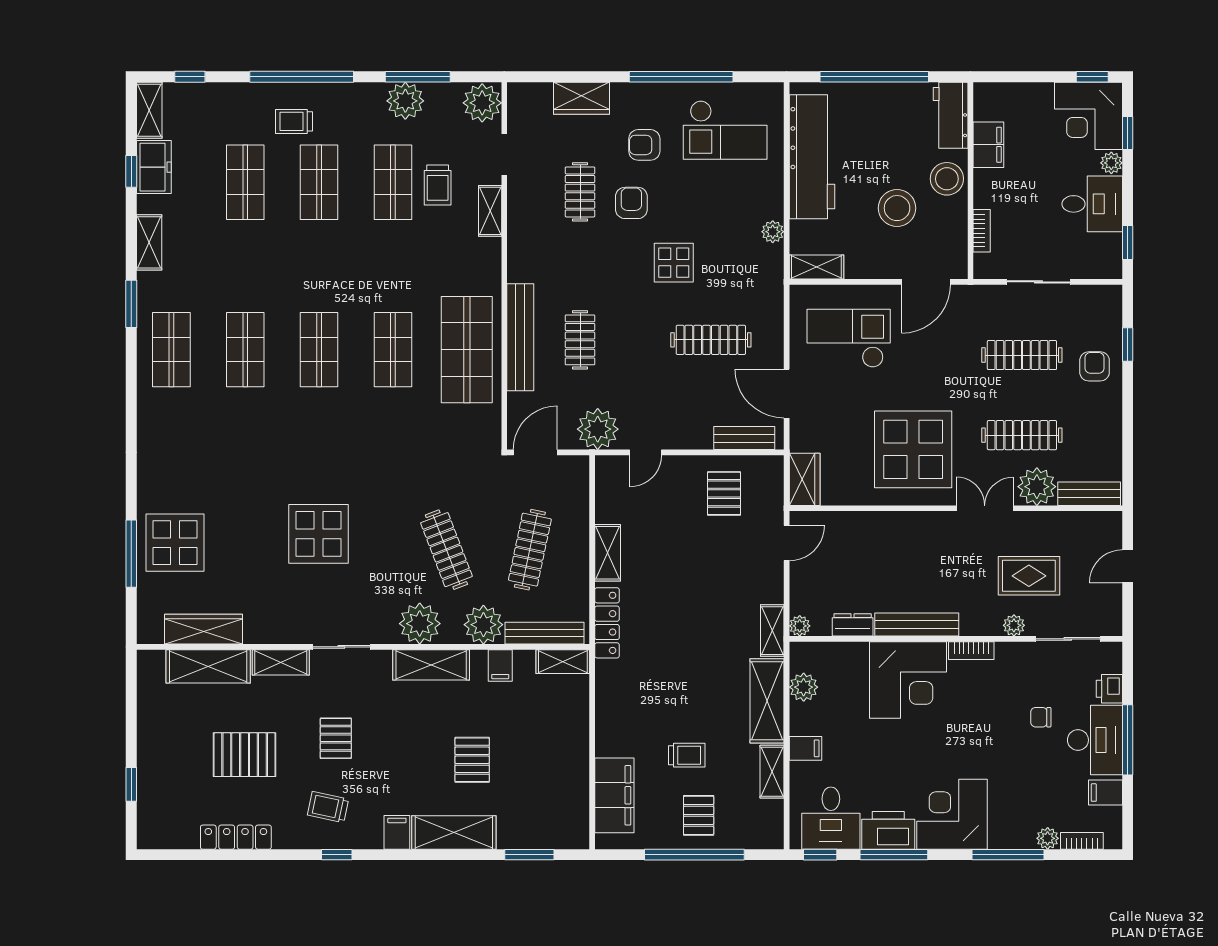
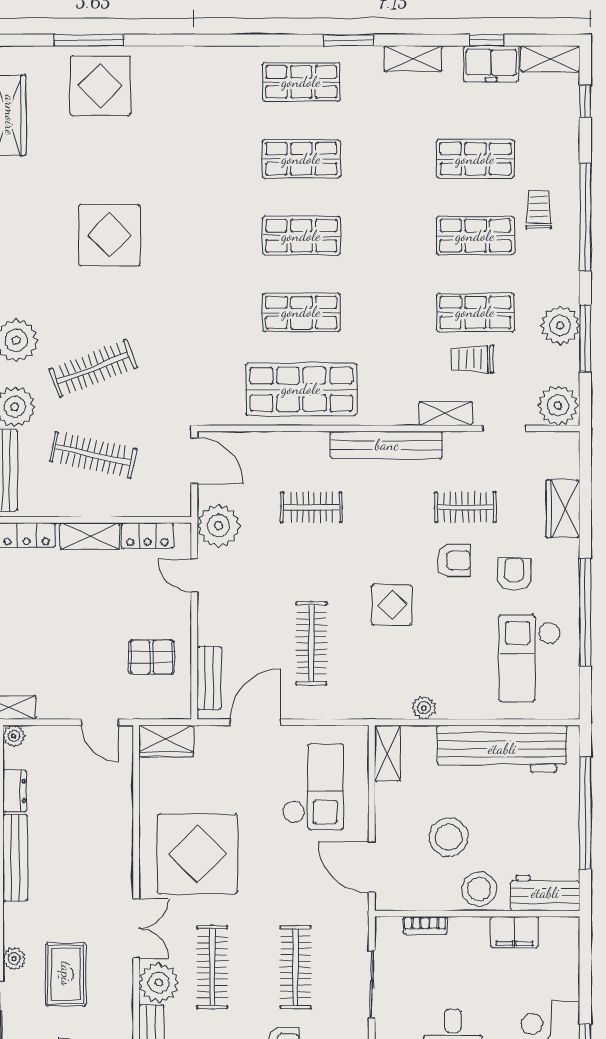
bench: (520, 337) -> (387, 445), moved
locker: (607, 497) -> (147, 536), added

